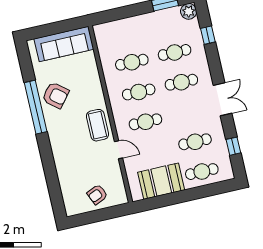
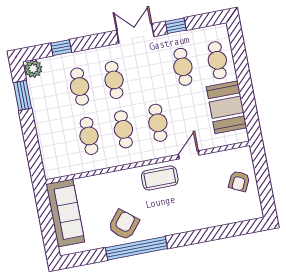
window: (233, 146) -> (176, 26), moved
armchair: (97, 194) -> (239, 181), turned 50

